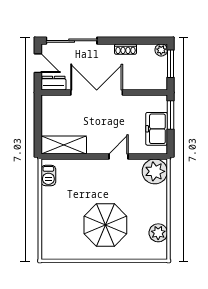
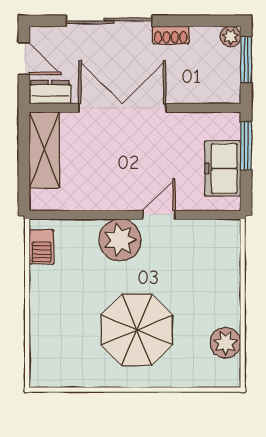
sliding door: (72, 41) -> (109, 21), moved
shelving: (64, 145) -> (44, 150), moved, turned 90
plant: (155, 171) -> (120, 240), moved

